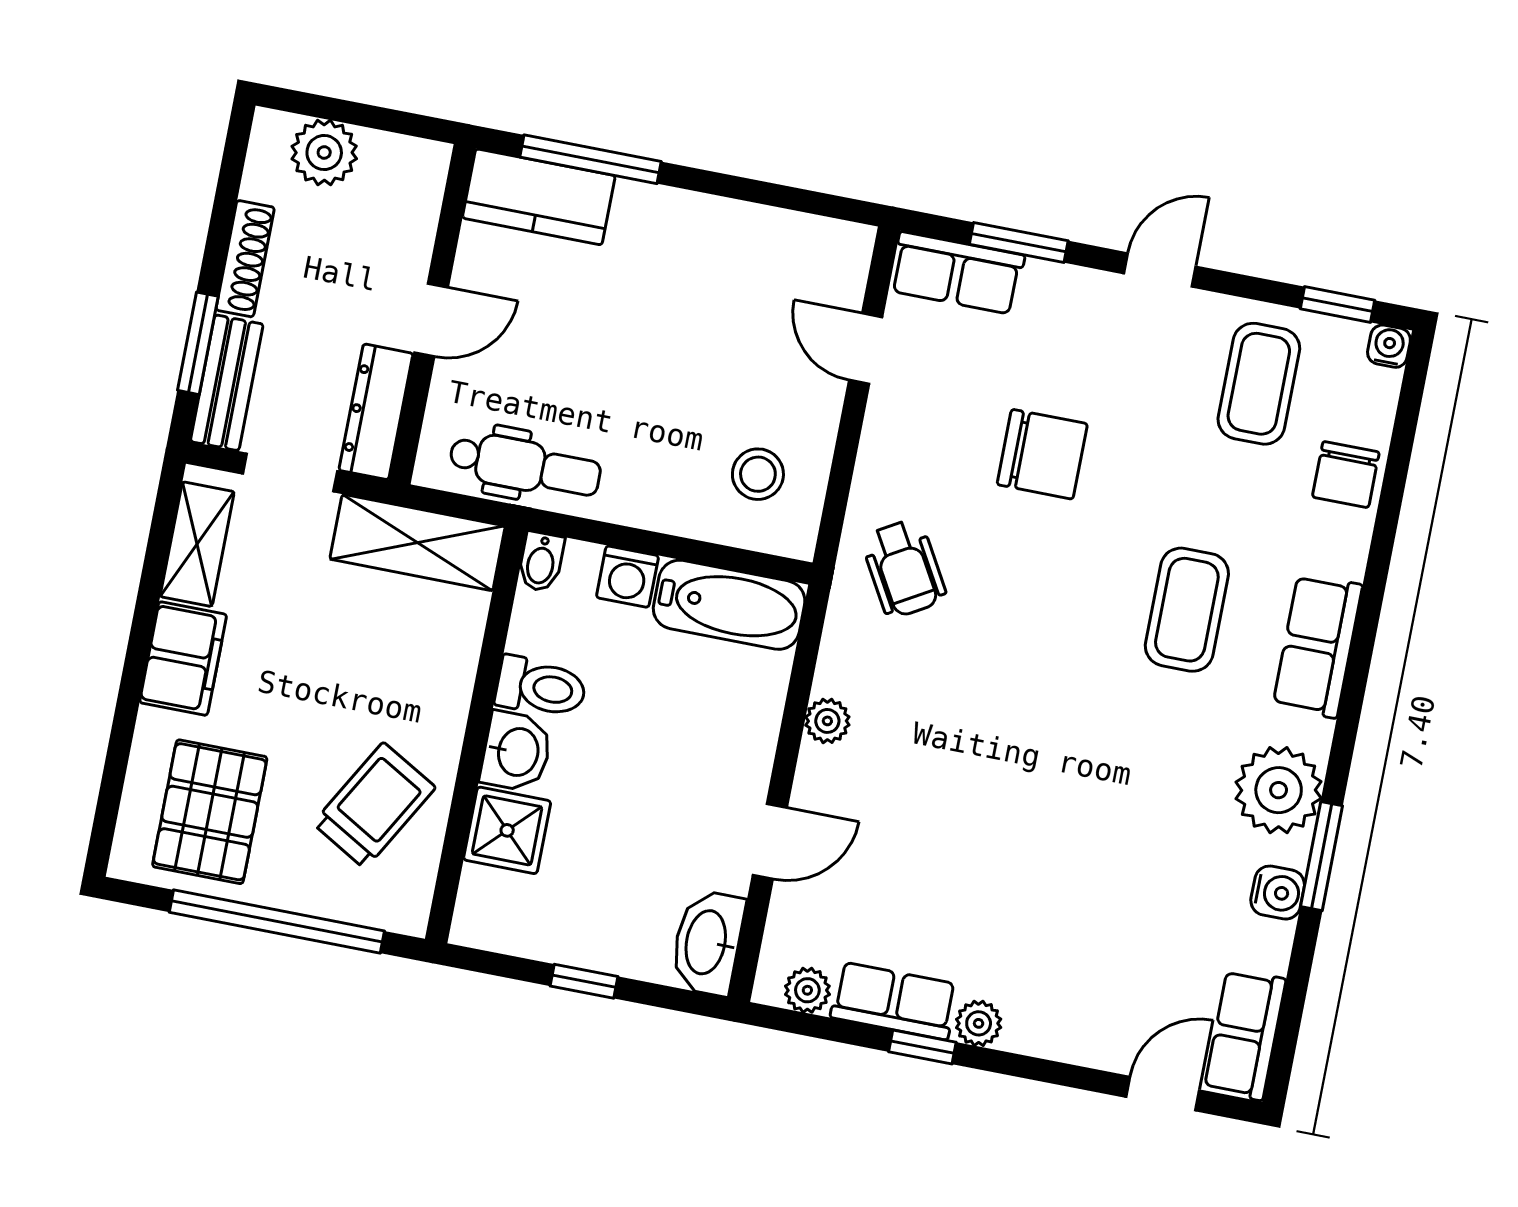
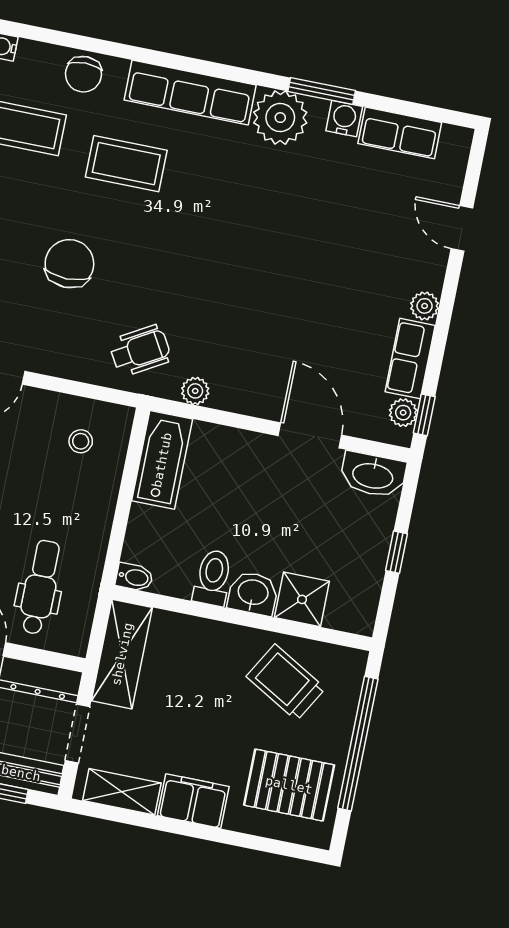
dental chair: (525, 466) -> (40, 587), moved
stool: (758, 474) -> (81, 441), width x0.73, depth x0.73
chair: (1346, 475) -> (83, 74), turned 90
washing machine: (627, 577) -> (144, 523), removed
coffee table: (1187, 610) -> (126, 164), moved
row of seats: (1318, 646) -> (190, 93), width x1.48
plant: (827, 721) -> (195, 391), moved
door: (770, 841) -> (310, 435), width x1.38
row of seats: (1245, 1034) -> (400, 133), moved
window: (922, 1047) -> (424, 415), moved
door: (1163, 1094) -> (462, 228), moved

